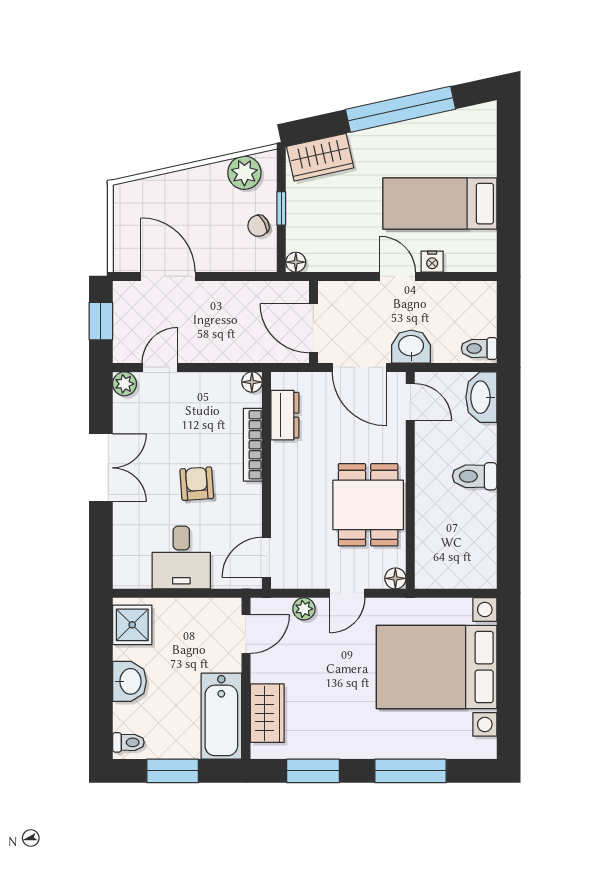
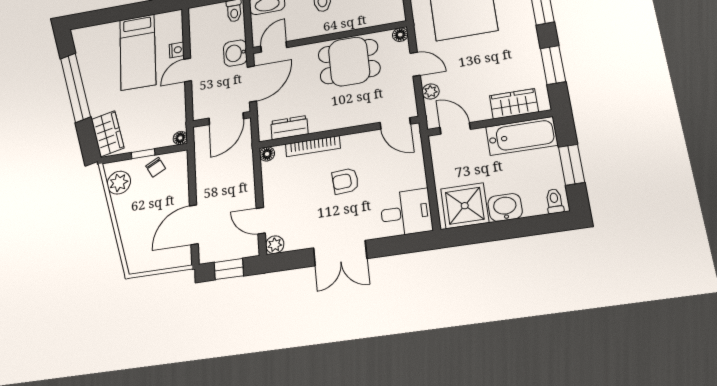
double door: (101, 468) -> (340, 253), swing flipped
desk: (181, 558) -> (406, 213), moved
shower: (132, 625) -> (465, 206), width x1.36, depth x1.36

